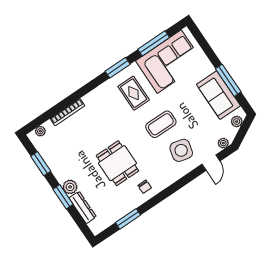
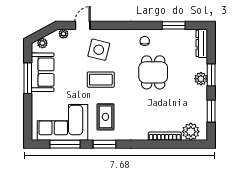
plant: (40, 131) -> (191, 132), width x1.88, depth x1.88
dresser: (83, 207) -> (202, 43), moved

